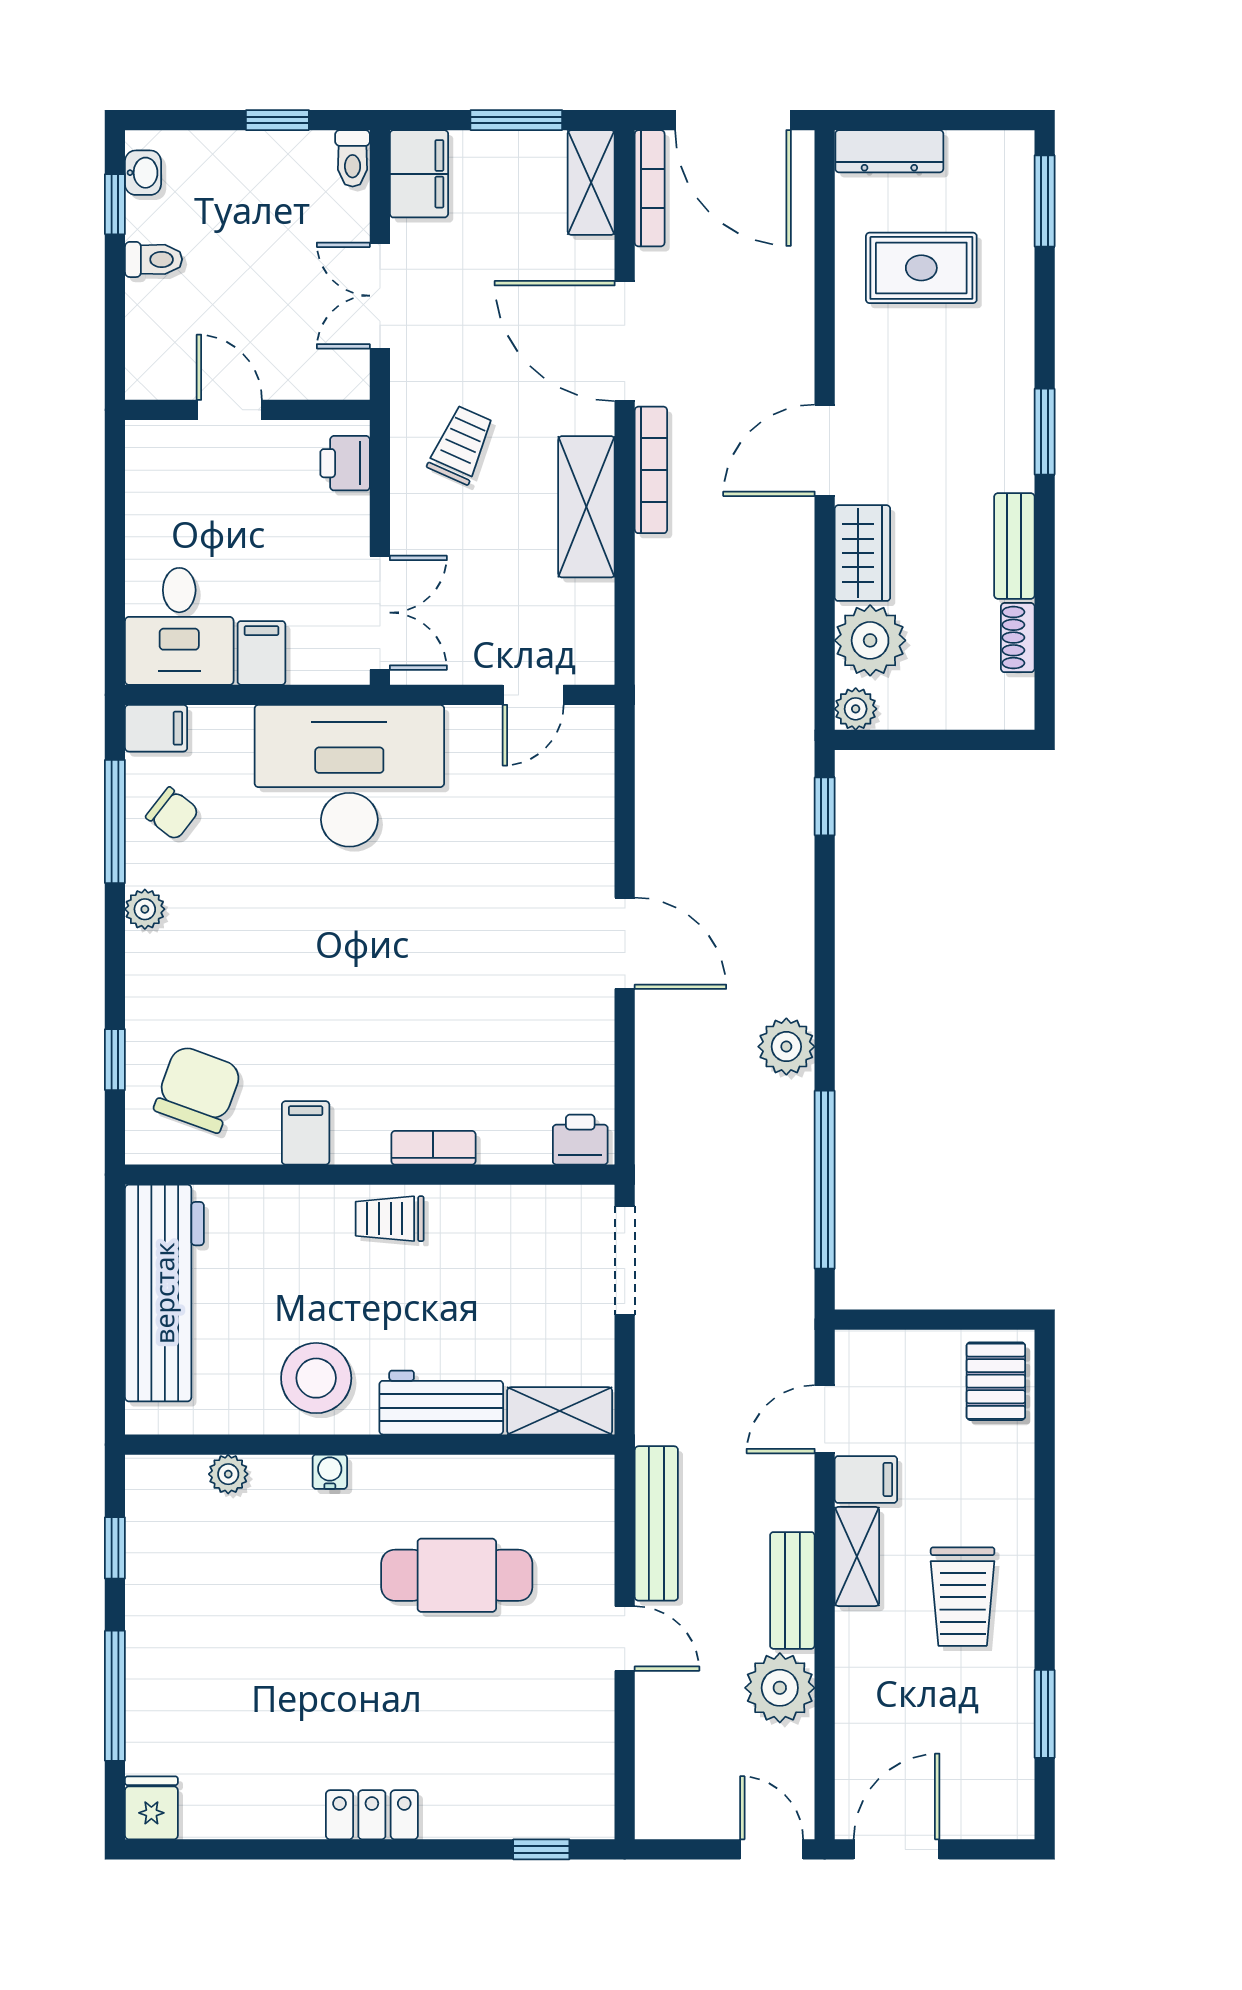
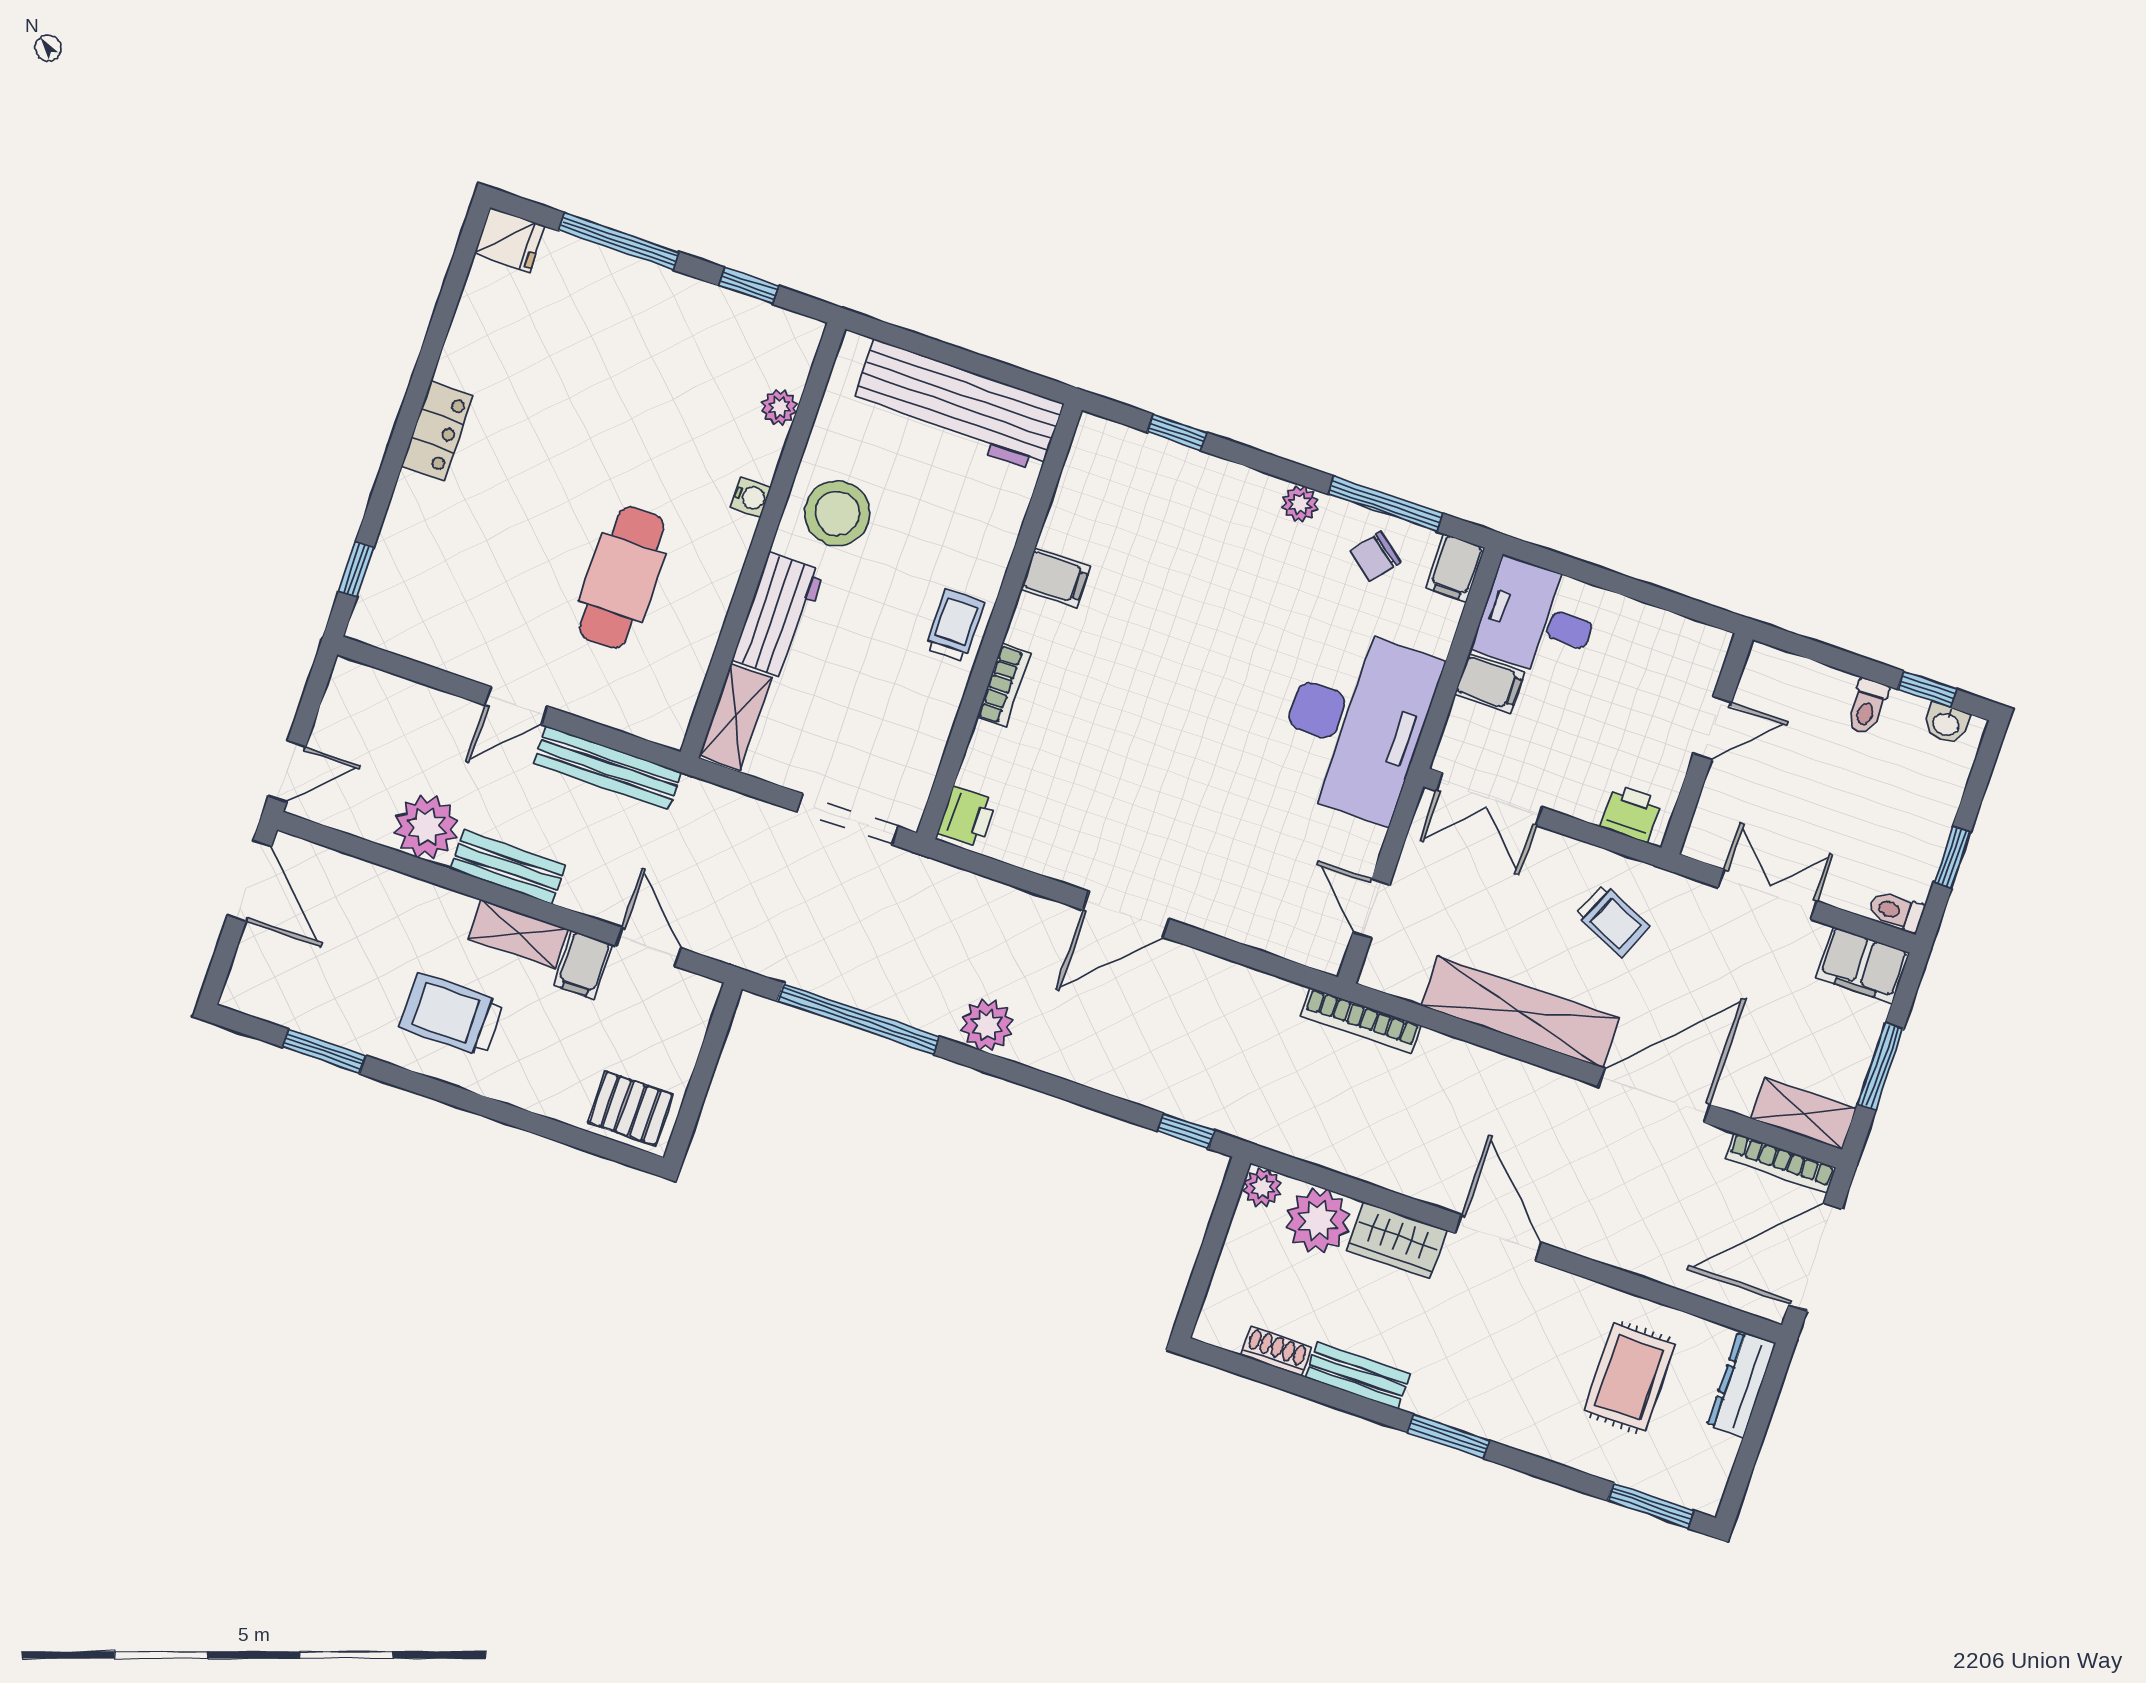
bookcase: (651, 470) -> (1361, 1021), moved
shelving: (586, 507) -> (1520, 1012), width x1.47
chair: (198, 1089) -> (1126, 496), removed

